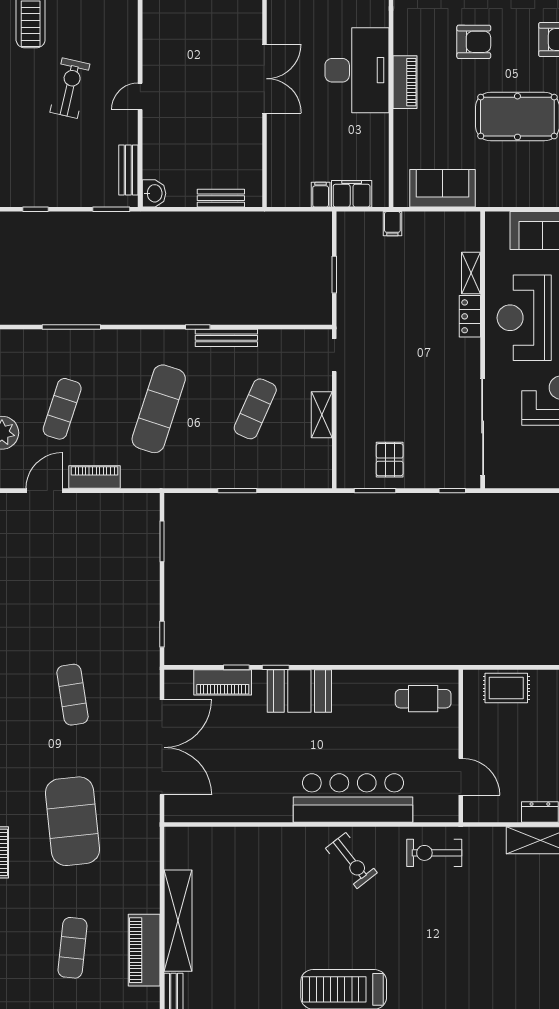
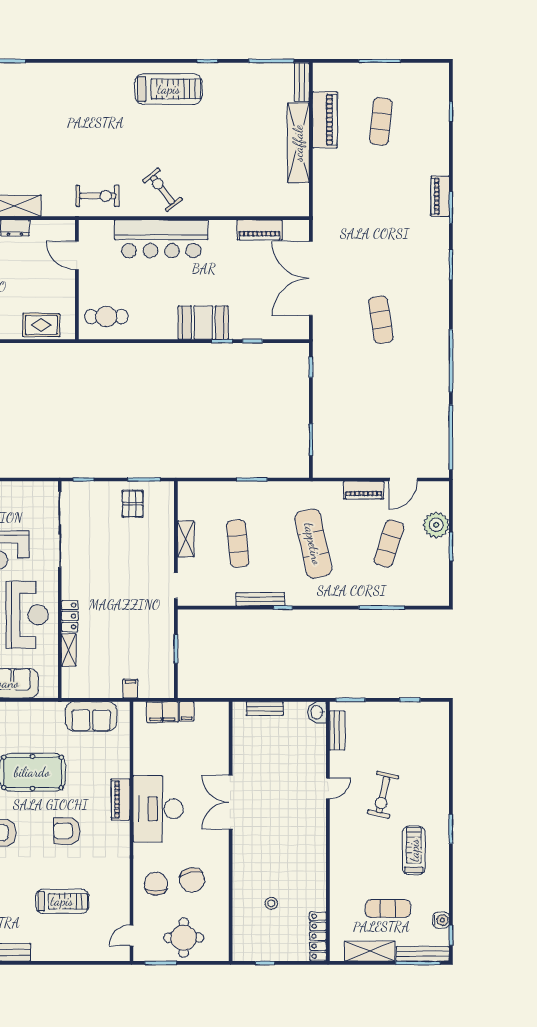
exercise mat: (159, 409) -> (313, 544), turned -30
exercise mat: (255, 409) -> (238, 544), turned -30
piano: (223, 682) -> (260, 230), moved, turned 180
exercise mat: (72, 821) -> (381, 221), removed

